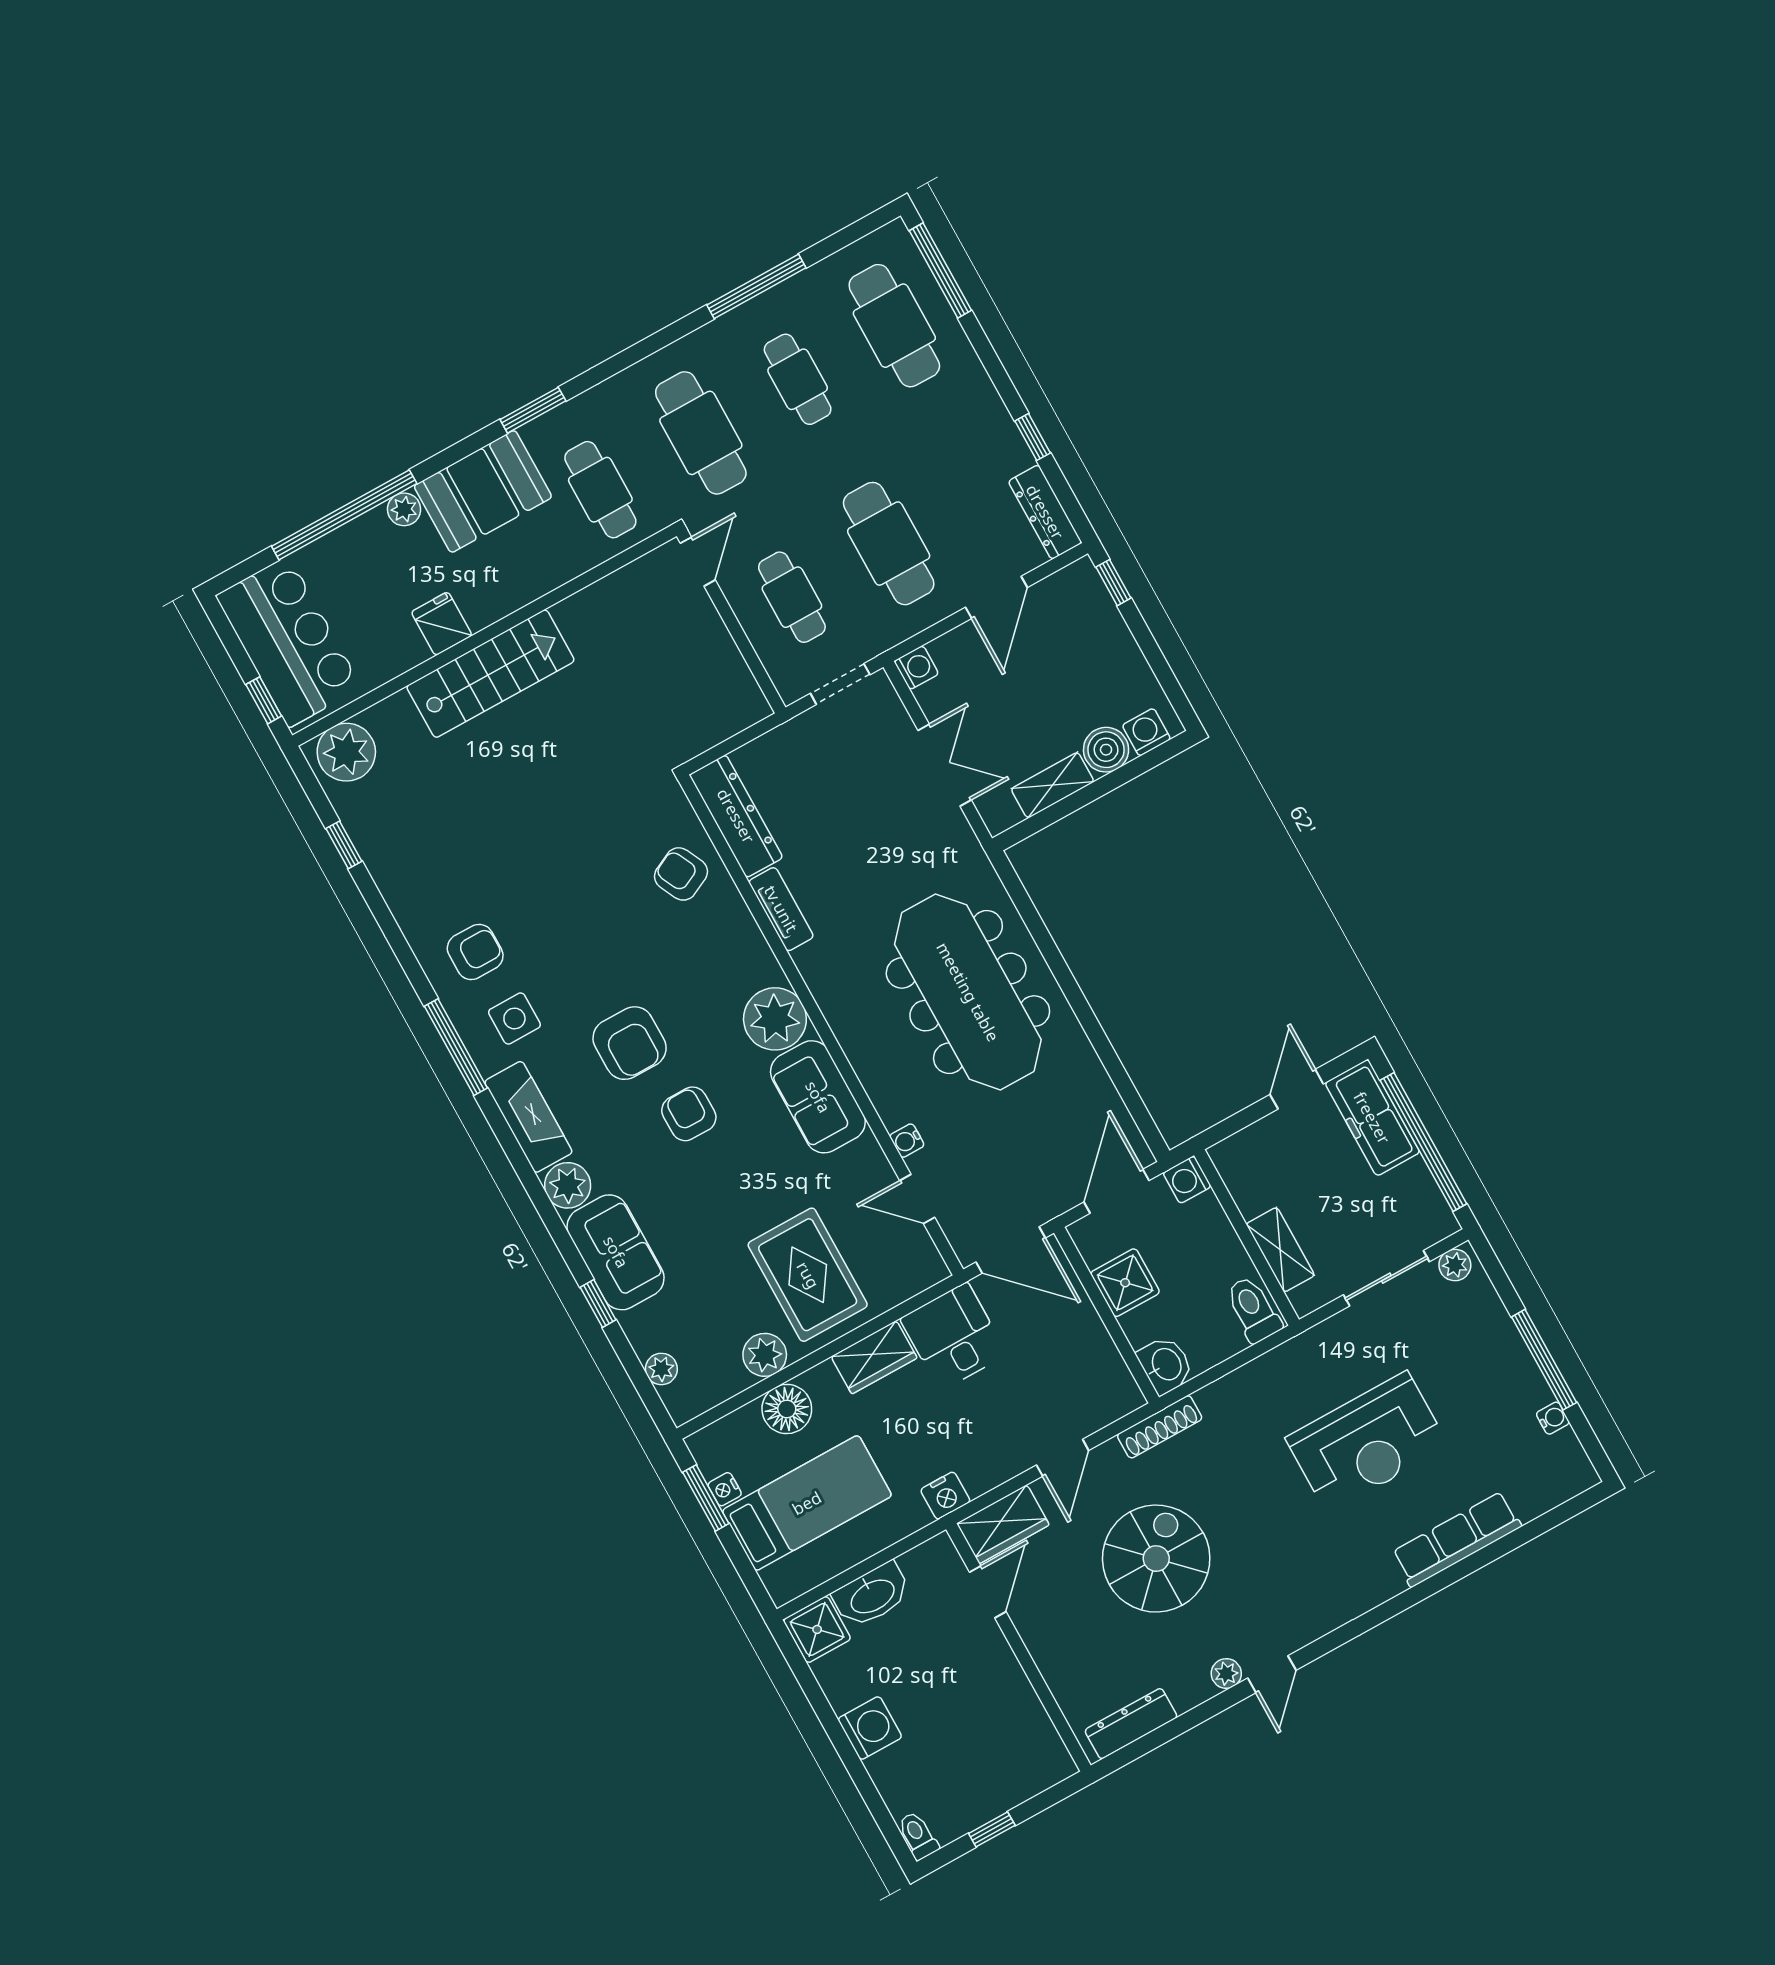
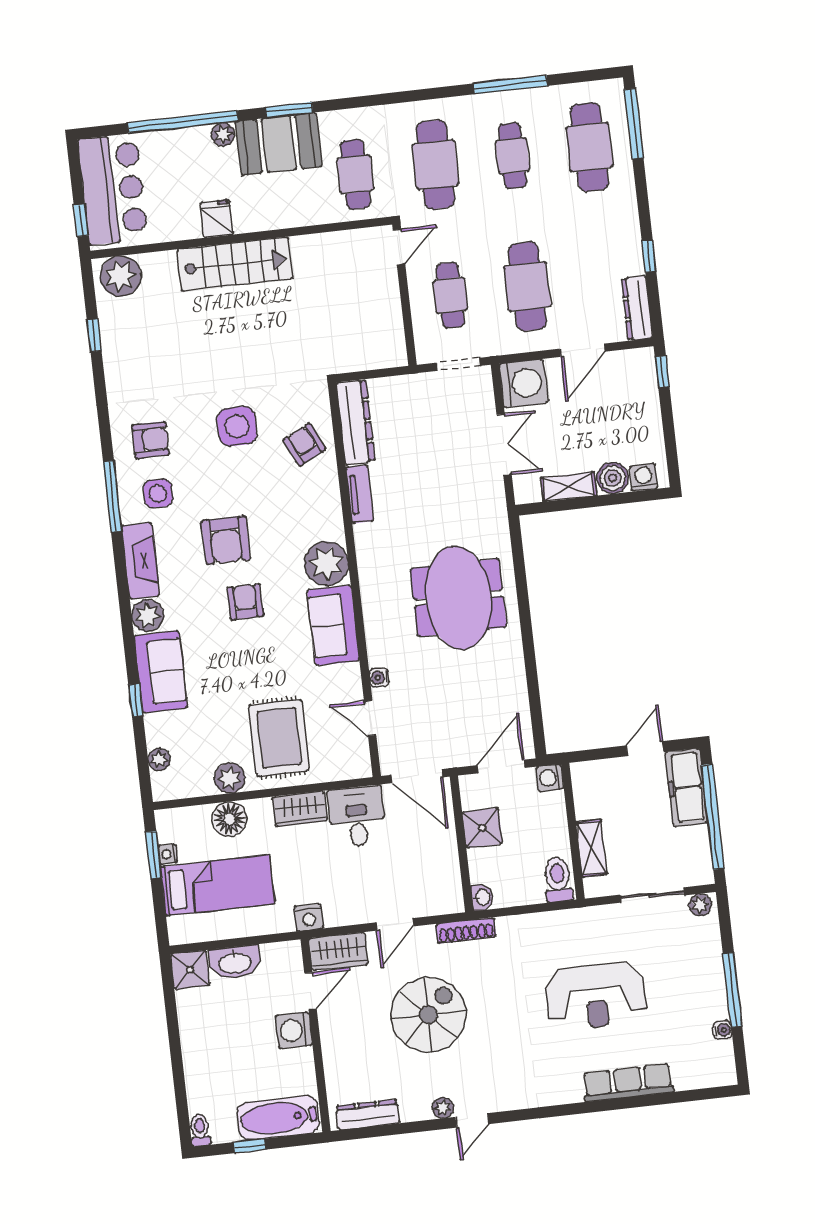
window: (533, 410) -> (289, 110), moved
washing machine: (916, 668) -> (523, 383), width x1.89, depth x1.89
side table: (582, 887) -> (237, 426), added
meeting table: (968, 992) -> (458, 598), width x0.73
washbasin: (1165, 1365) -> (482, 897), width x0.72, depth x0.69
washing machine: (870, 1728) -> (294, 1030), moved, turned 180
bathtub: (1014, 1777) -> (278, 1118), added

